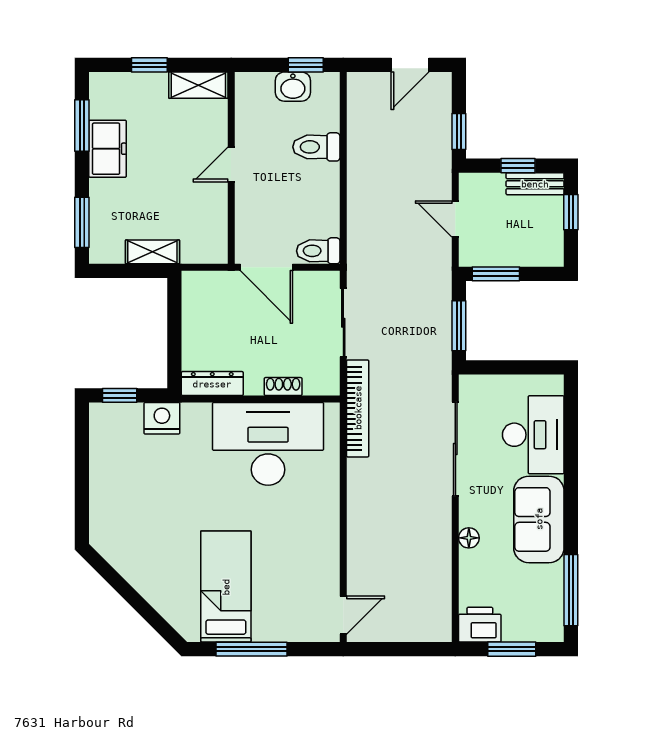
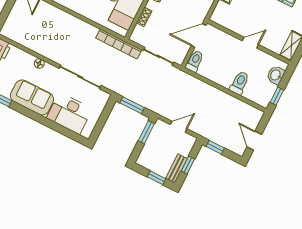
washbasin: (293, 87) -> (276, 75), moved
door: (231, 164) -> (250, 43), hinge flipped

